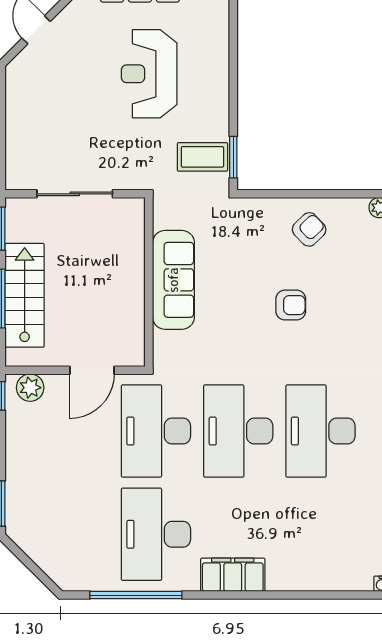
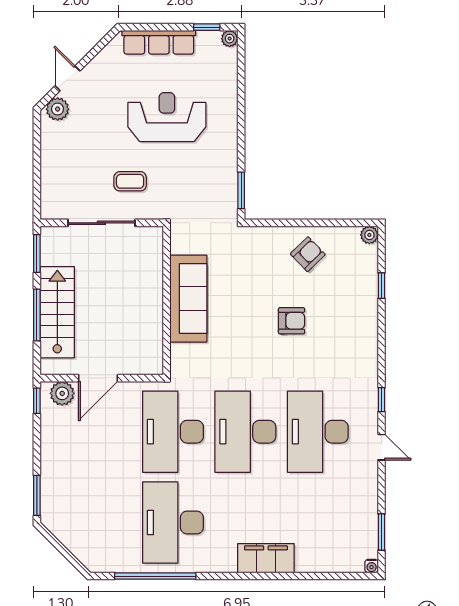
plant: (25, 65) -> (58, 109), added
reception desk: (149, 74) -> (167, 117), turned 90
coffee table: (202, 157) -> (130, 181), moved, width x0.73, depth x0.77
door: (92, 370) -> (98, 378), moved
filing cabinet: (233, 575) -> (266, 558), moved

